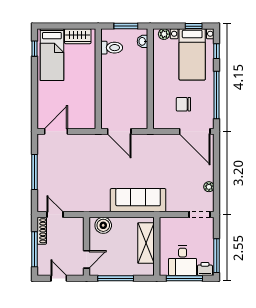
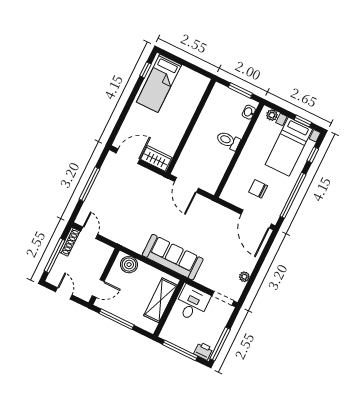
wardrobe: (78, 36) -> (156, 158), moved, turned 180
toilet: (112, 48) -> (228, 141), moved, turned 180
desk: (183, 261) -> (192, 303), moved, turned 180

